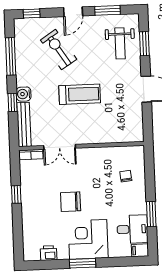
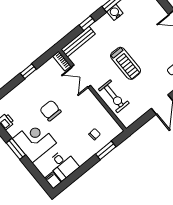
exercise bike: (59, 50) -> (114, 96), moved, turned 123
water cooler: (24, 94) -> (115, 12), moved
window: (151, 214) -> (106, 150), moved

